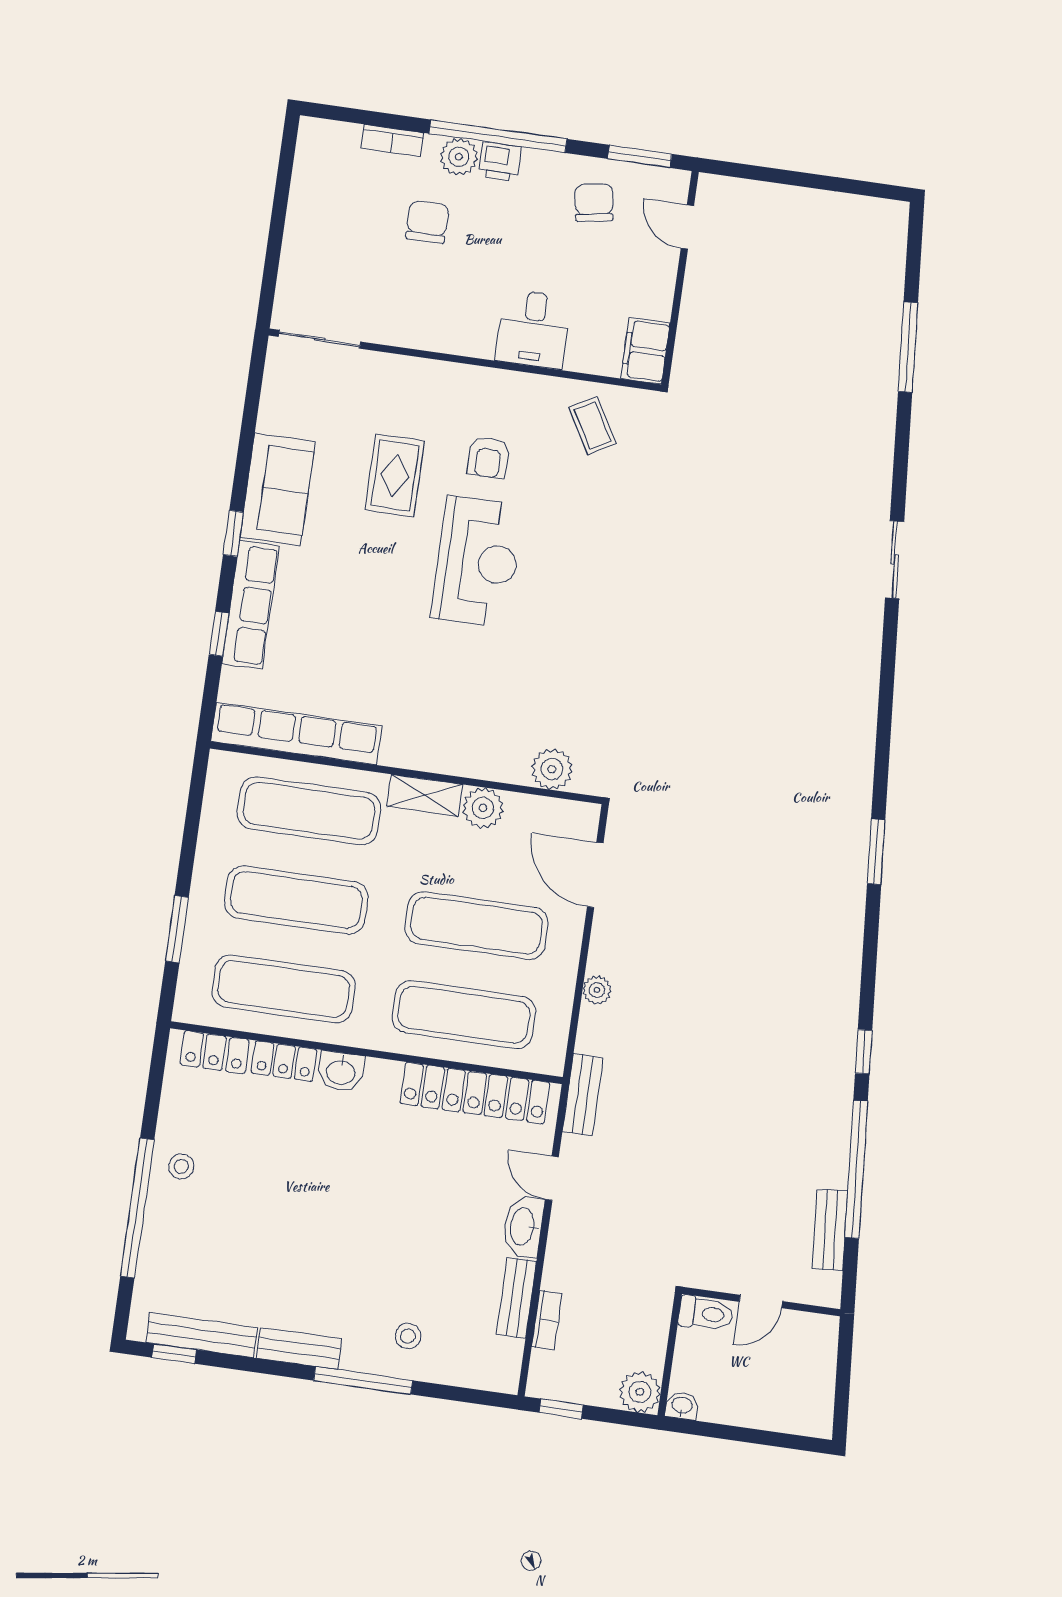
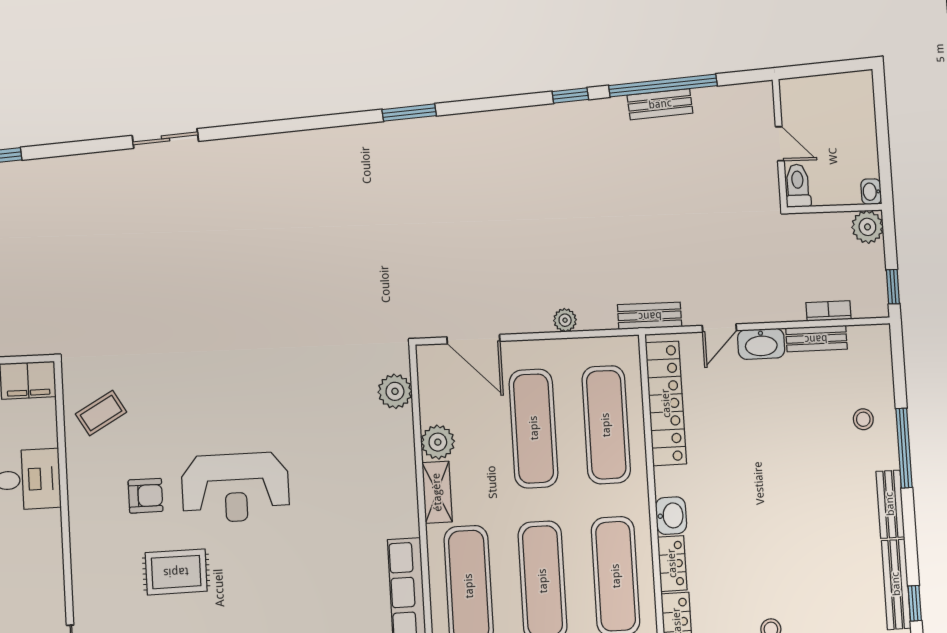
reception desk: (477, 562) -> (236, 488), turned 180
door: (595, 875) -> (473, 339), hinge flipped
bench: (830, 1230) -> (660, 104), moved

